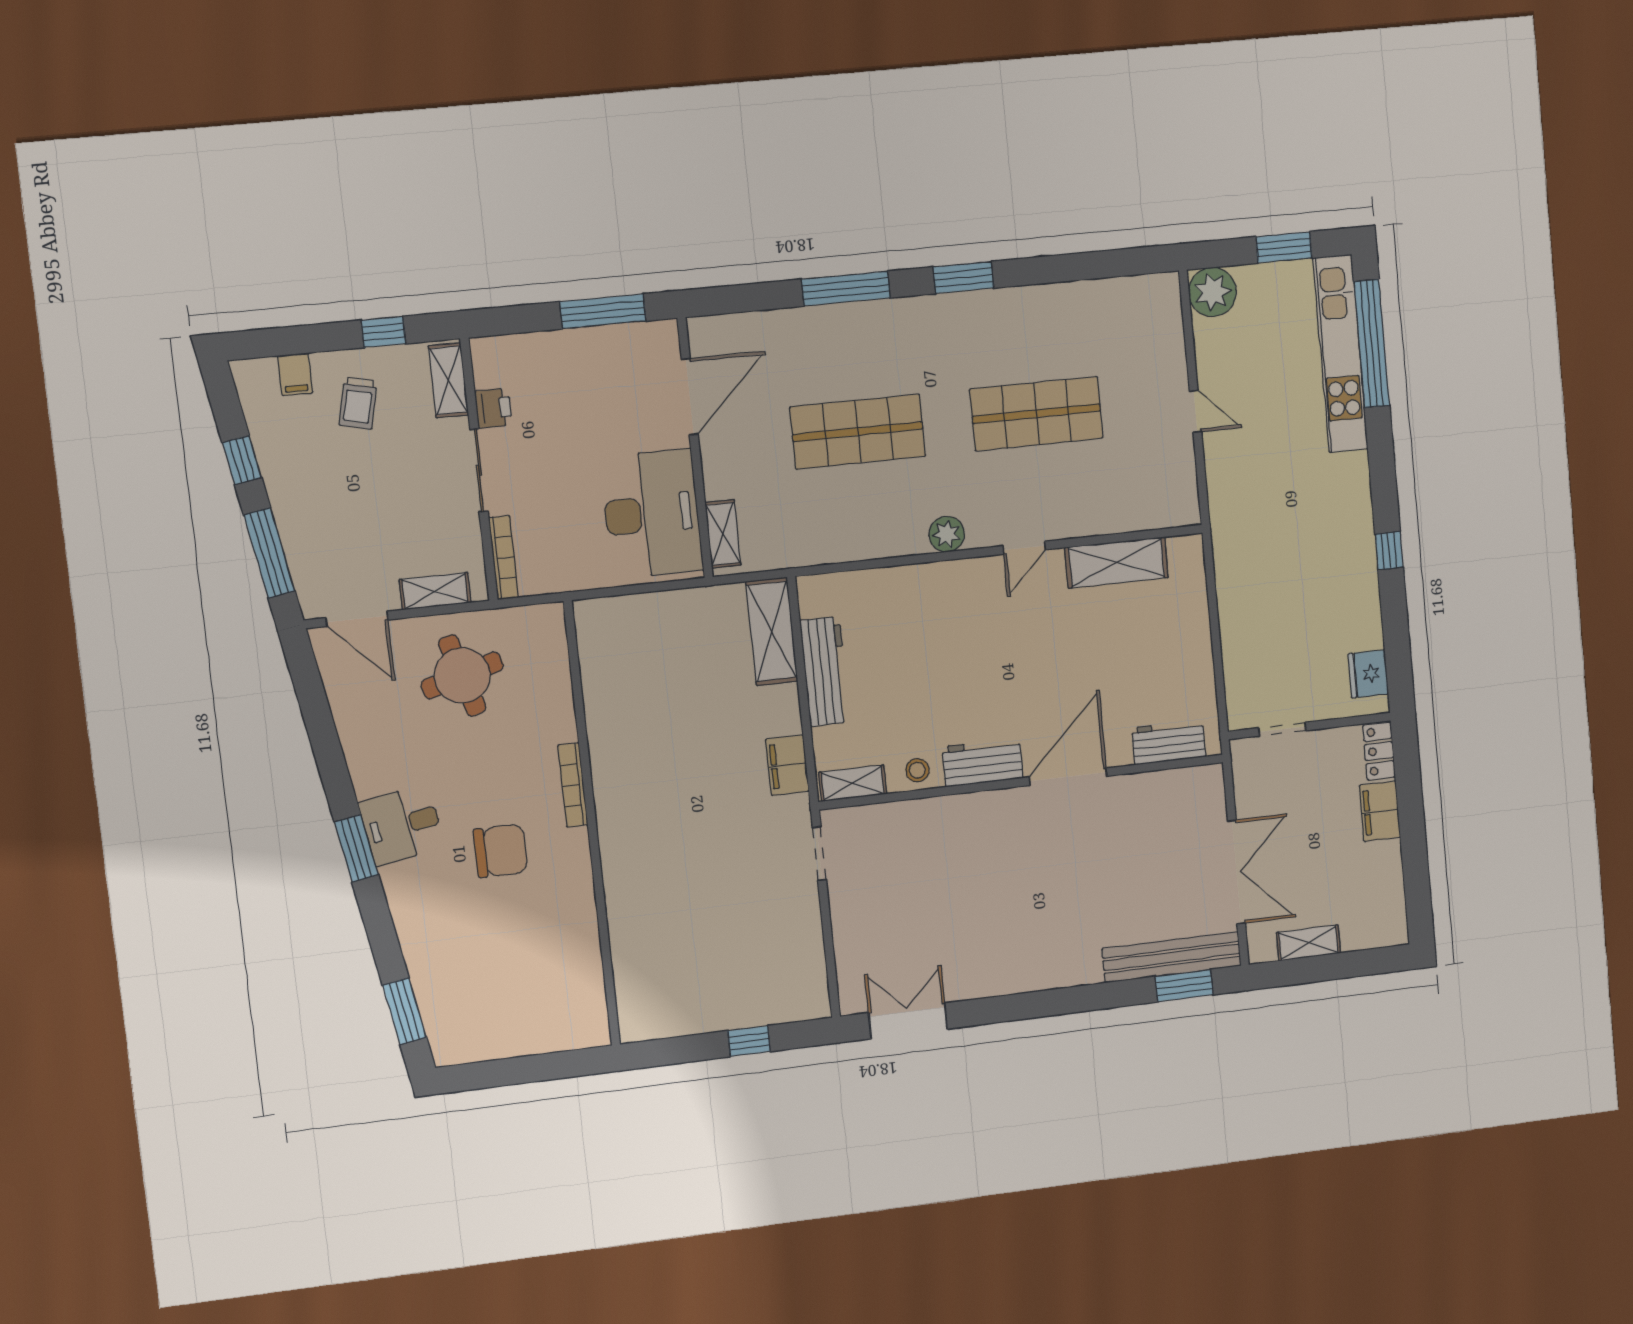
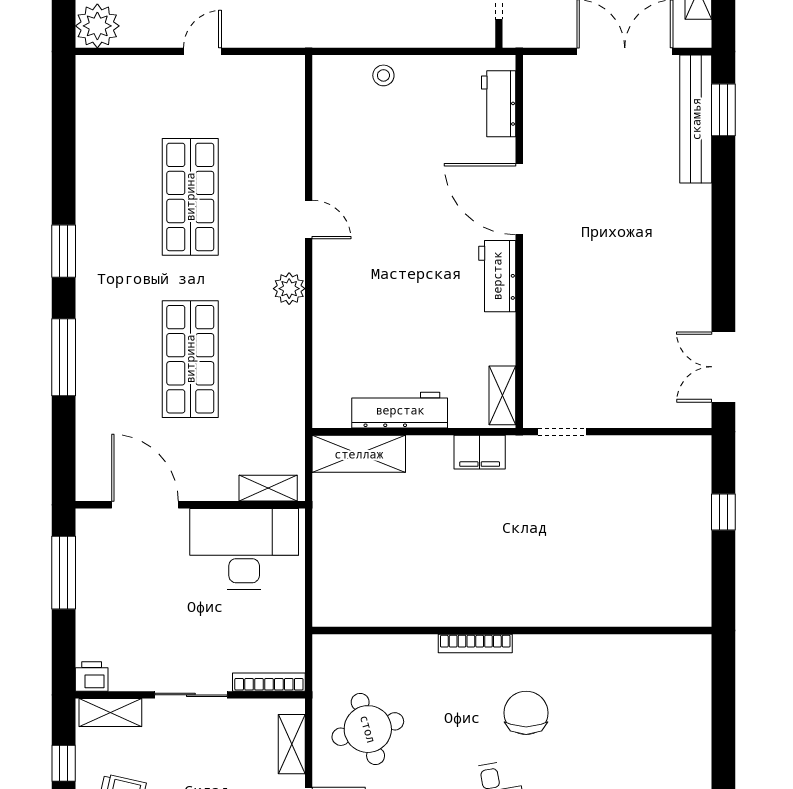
printer: (493, 408) -> (92, 677), moved
shelving: (1117, 562) -> (331, 137), removed
stool: (917, 770) -> (383, 75), moved

